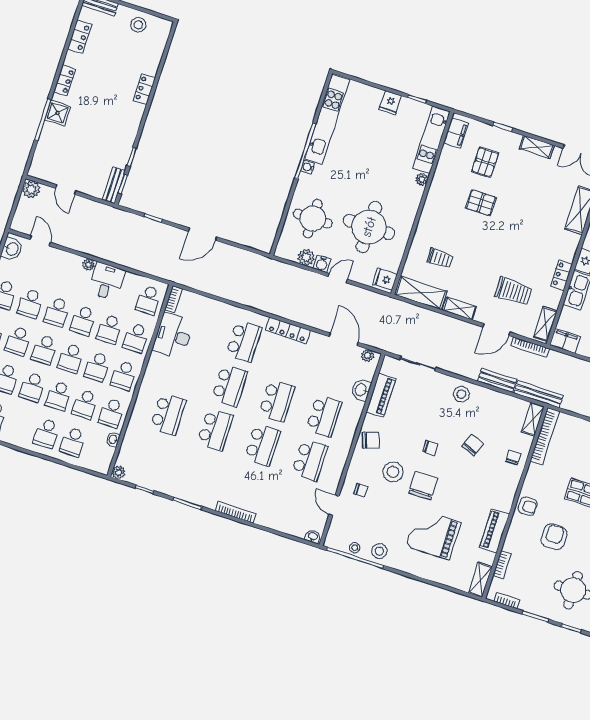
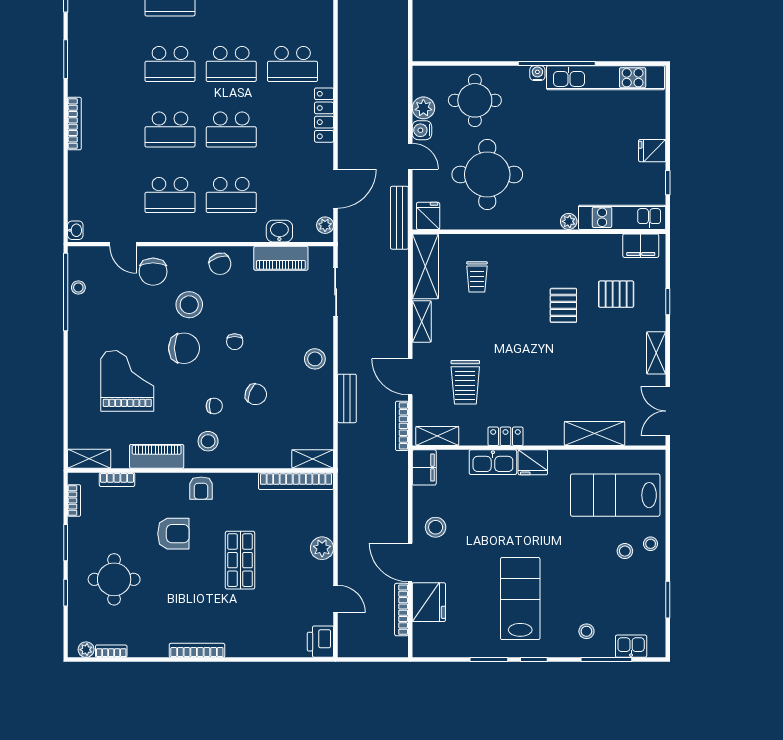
bench: (539, 394) -> (399, 218), moved
chair: (513, 457) -> (214, 406), moved
chair: (361, 490) -> (153, 272), width x1.87, depth x1.87
door: (334, 505) -> (123, 244), swing flipped
stool: (379, 551) -> (208, 441), moved

